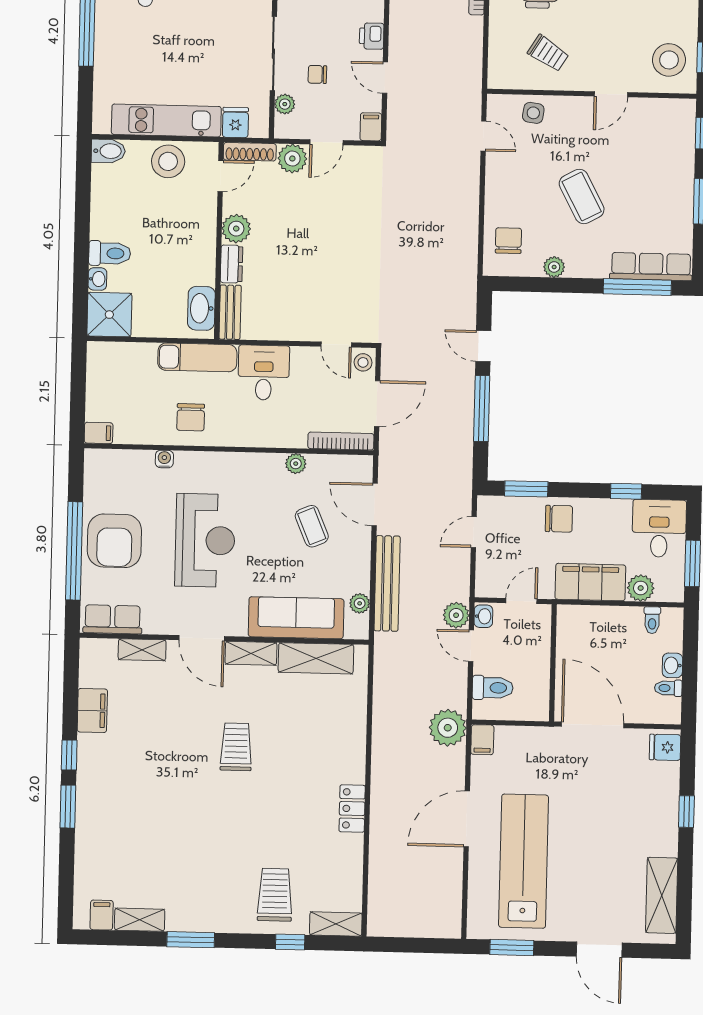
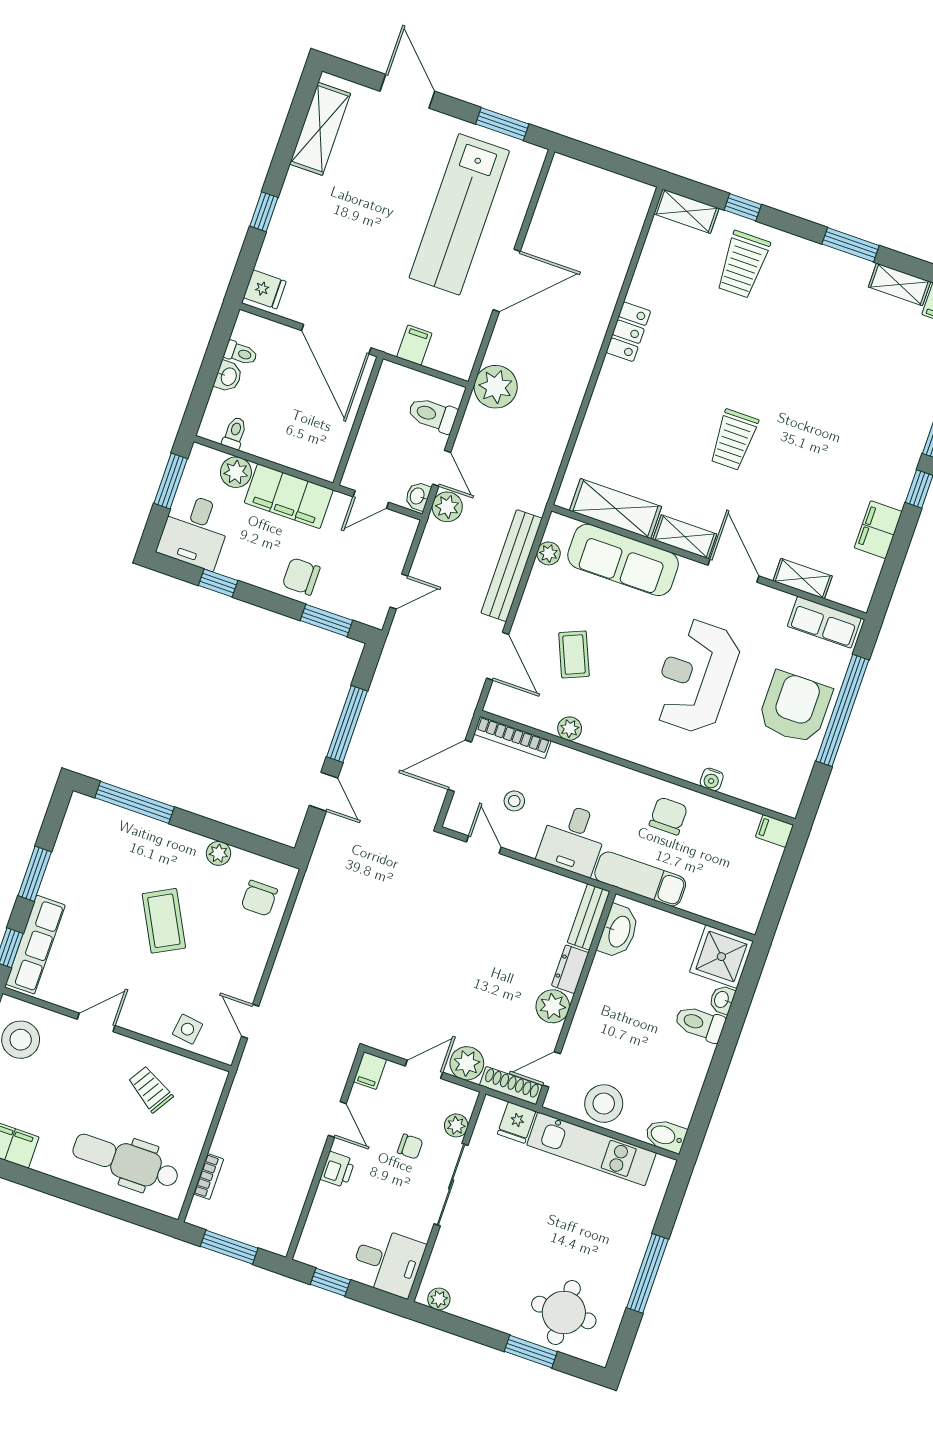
row of seats: (651, 267) -> (35, 945), moved, turned -90
stool: (363, 362) -> (514, 801), moved
filing cabinet: (482, 740) -> (414, 345), moved

